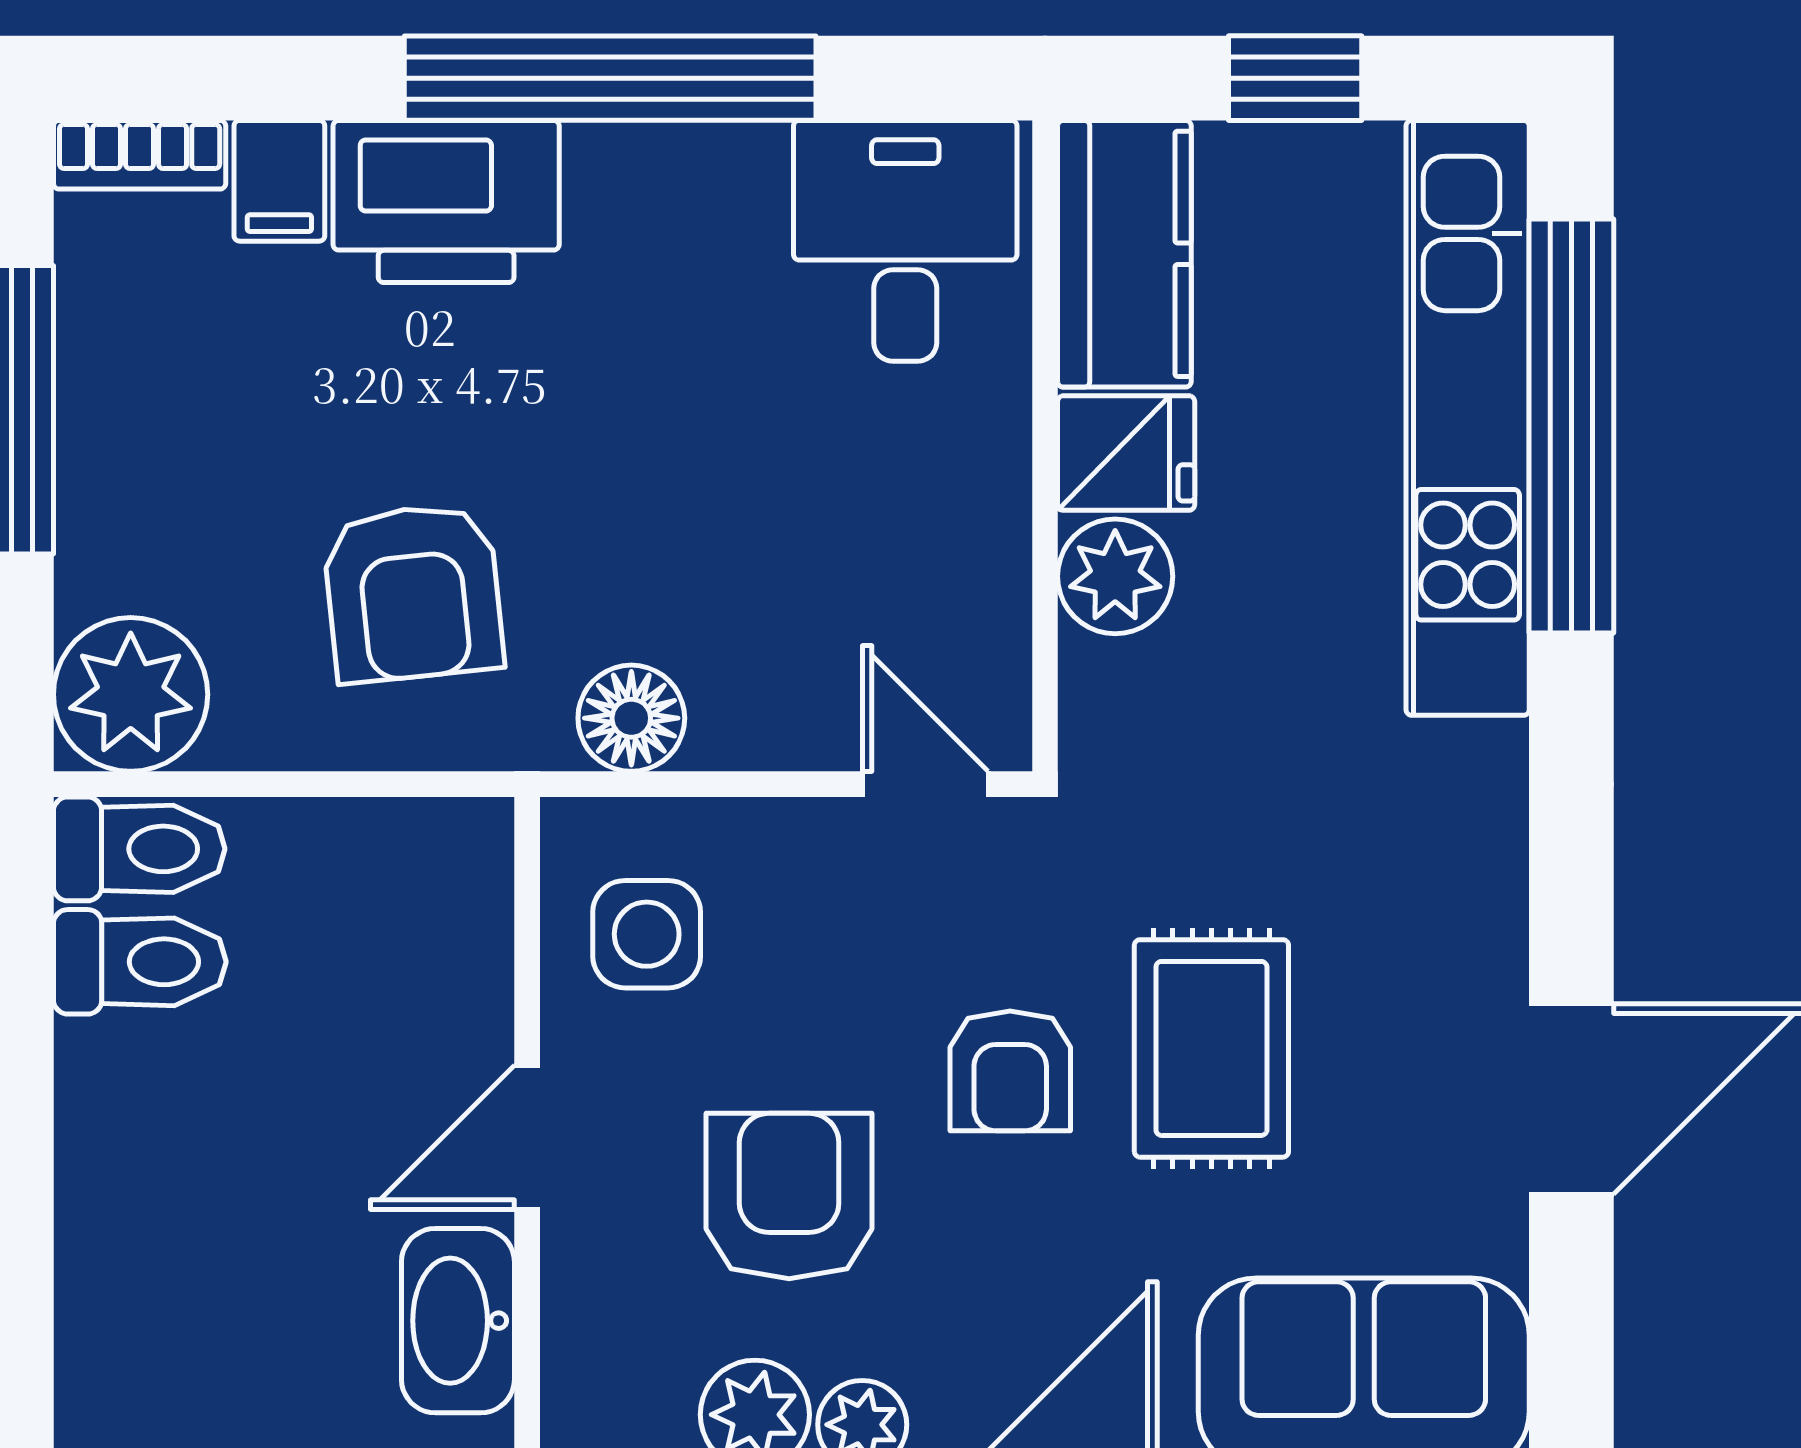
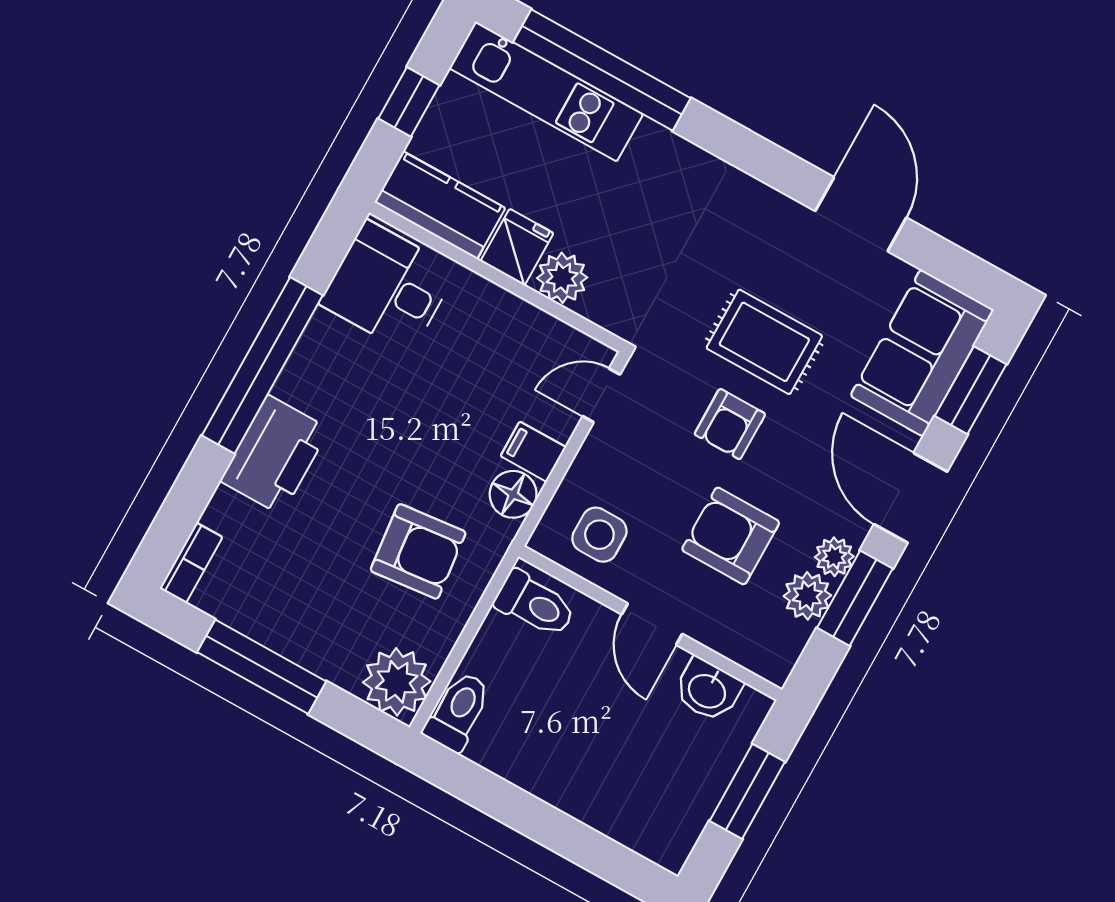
filing cabinet: (279, 181) -> (533, 452), moved, turned 180
kitchen unit: (1468, 418) -> (546, 91), width x0.73
toilet: (140, 962) -> (535, 604), moved, turned 90
armchair: (1010, 1071) -> (730, 424), turned 90
washbasin: (458, 1321) -> (708, 690), width x0.72

